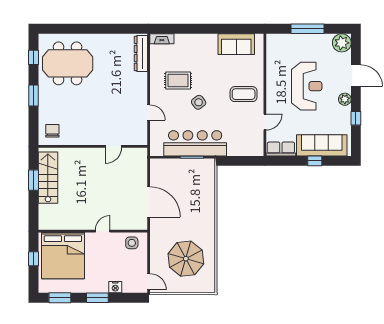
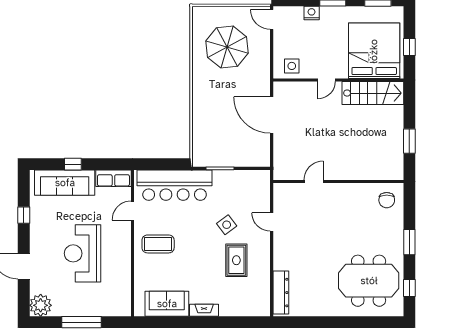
fireplace: (162, 39) -> (204, 310), moved
rug: (178, 80) -> (236, 260), turned 90
plant: (345, 99) -> (37, 238), removed
side table: (199, 102) -> (227, 225), moved
bar counter: (195, 143) -> (175, 185), moved
stairs: (48, 178) -> (373, 93), moved, turned -90

